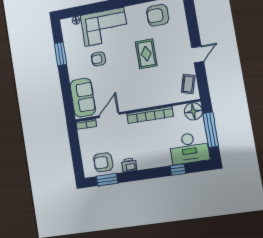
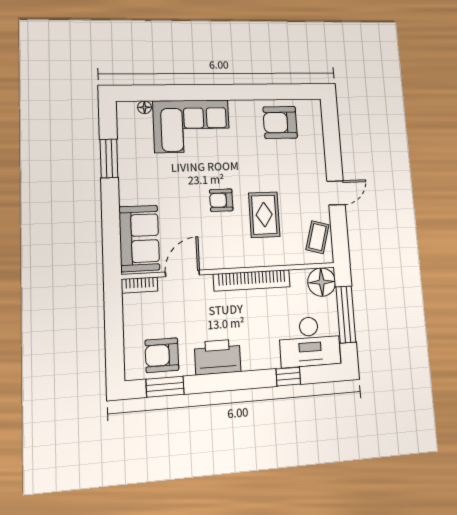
rug: (146, 54) -> (264, 215), moved
armchair: (98, 59) -> (221, 200), moved
printer: (129, 165) -> (218, 357), width x1.87, depth x1.48

